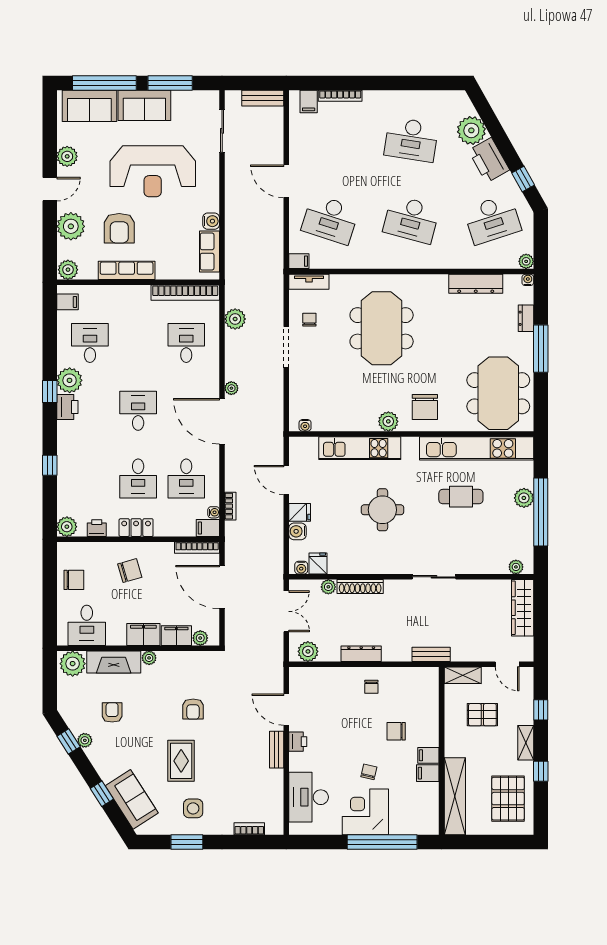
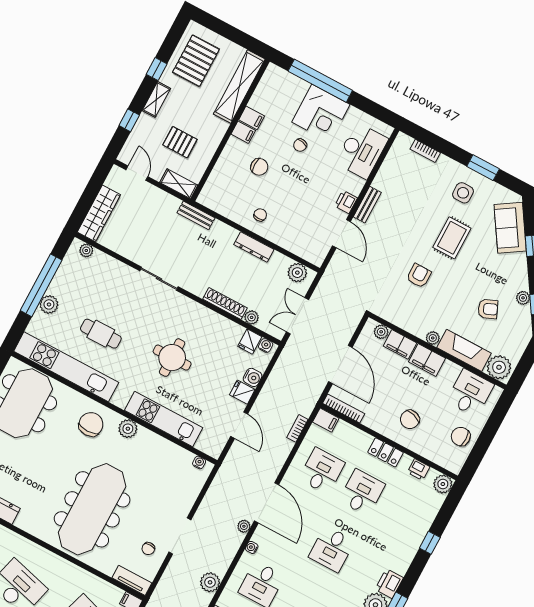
meeting table: (382, 328) -> (92, 509), width x1.36
water cooler: (214, 512) -> (252, 547), moved
chair: (130, 571) -> (410, 419), turned -57
armchair: (112, 712) -> (488, 309), turned -113

